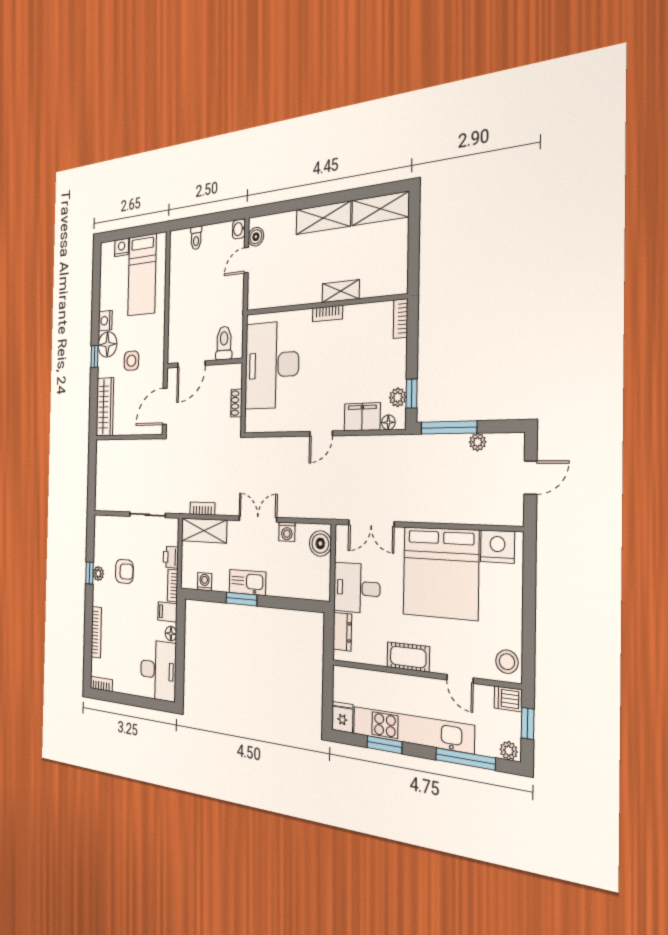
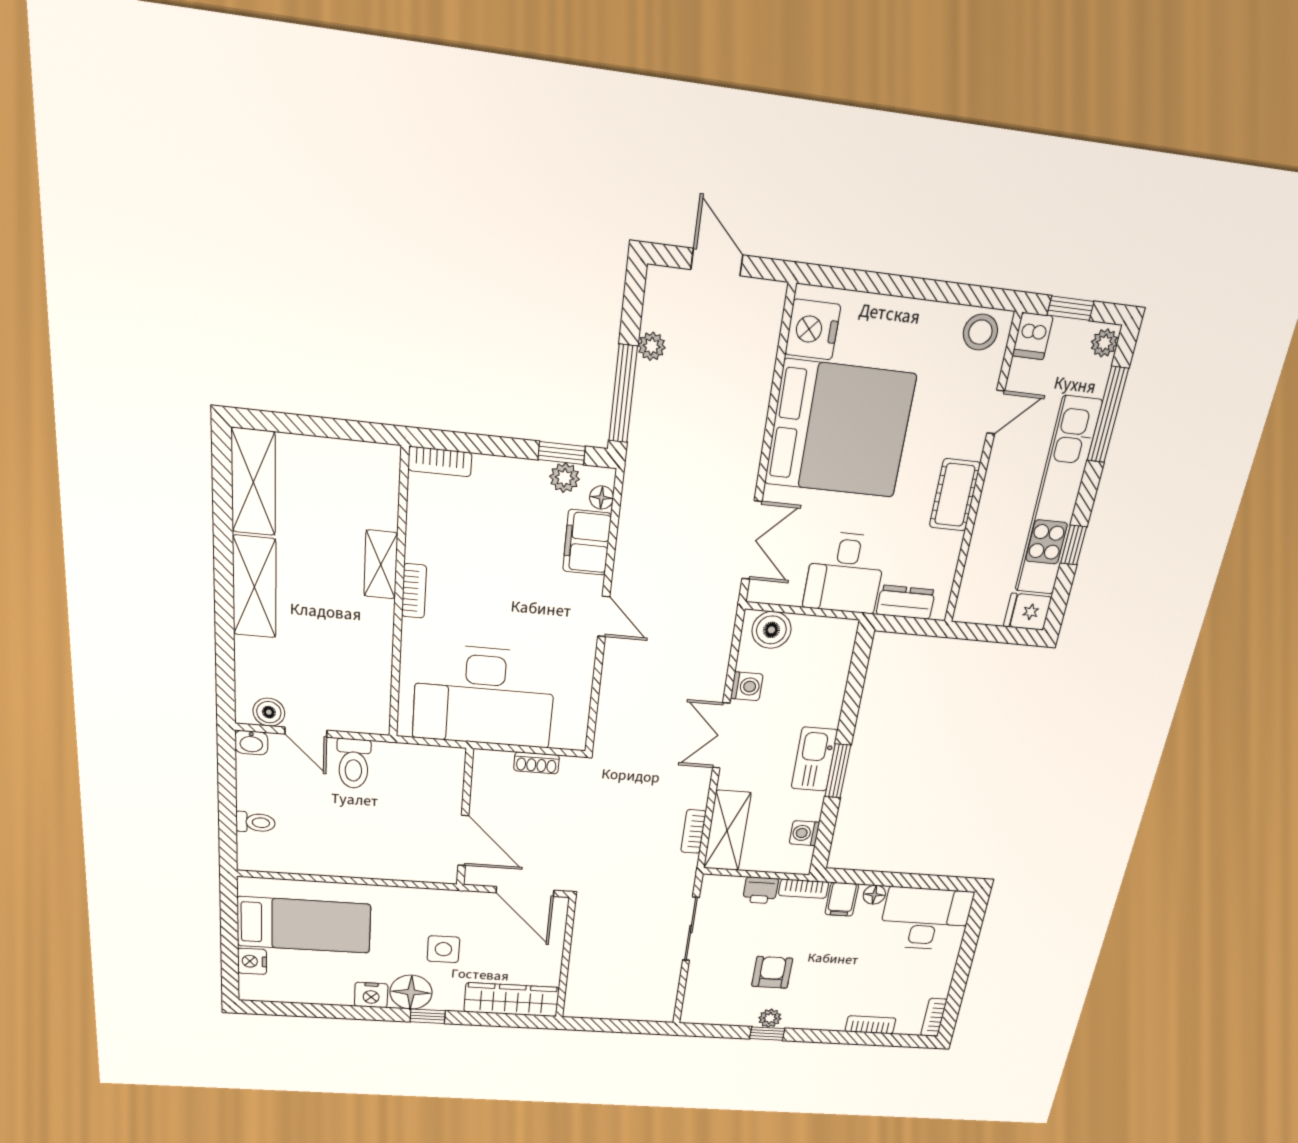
toilet: (224, 343) -> (354, 764), moved, turned -90
bookcase: (96, 632) -> (870, 1025), width x0.64
window: (384, 745) -> (1074, 545), width x0.67

